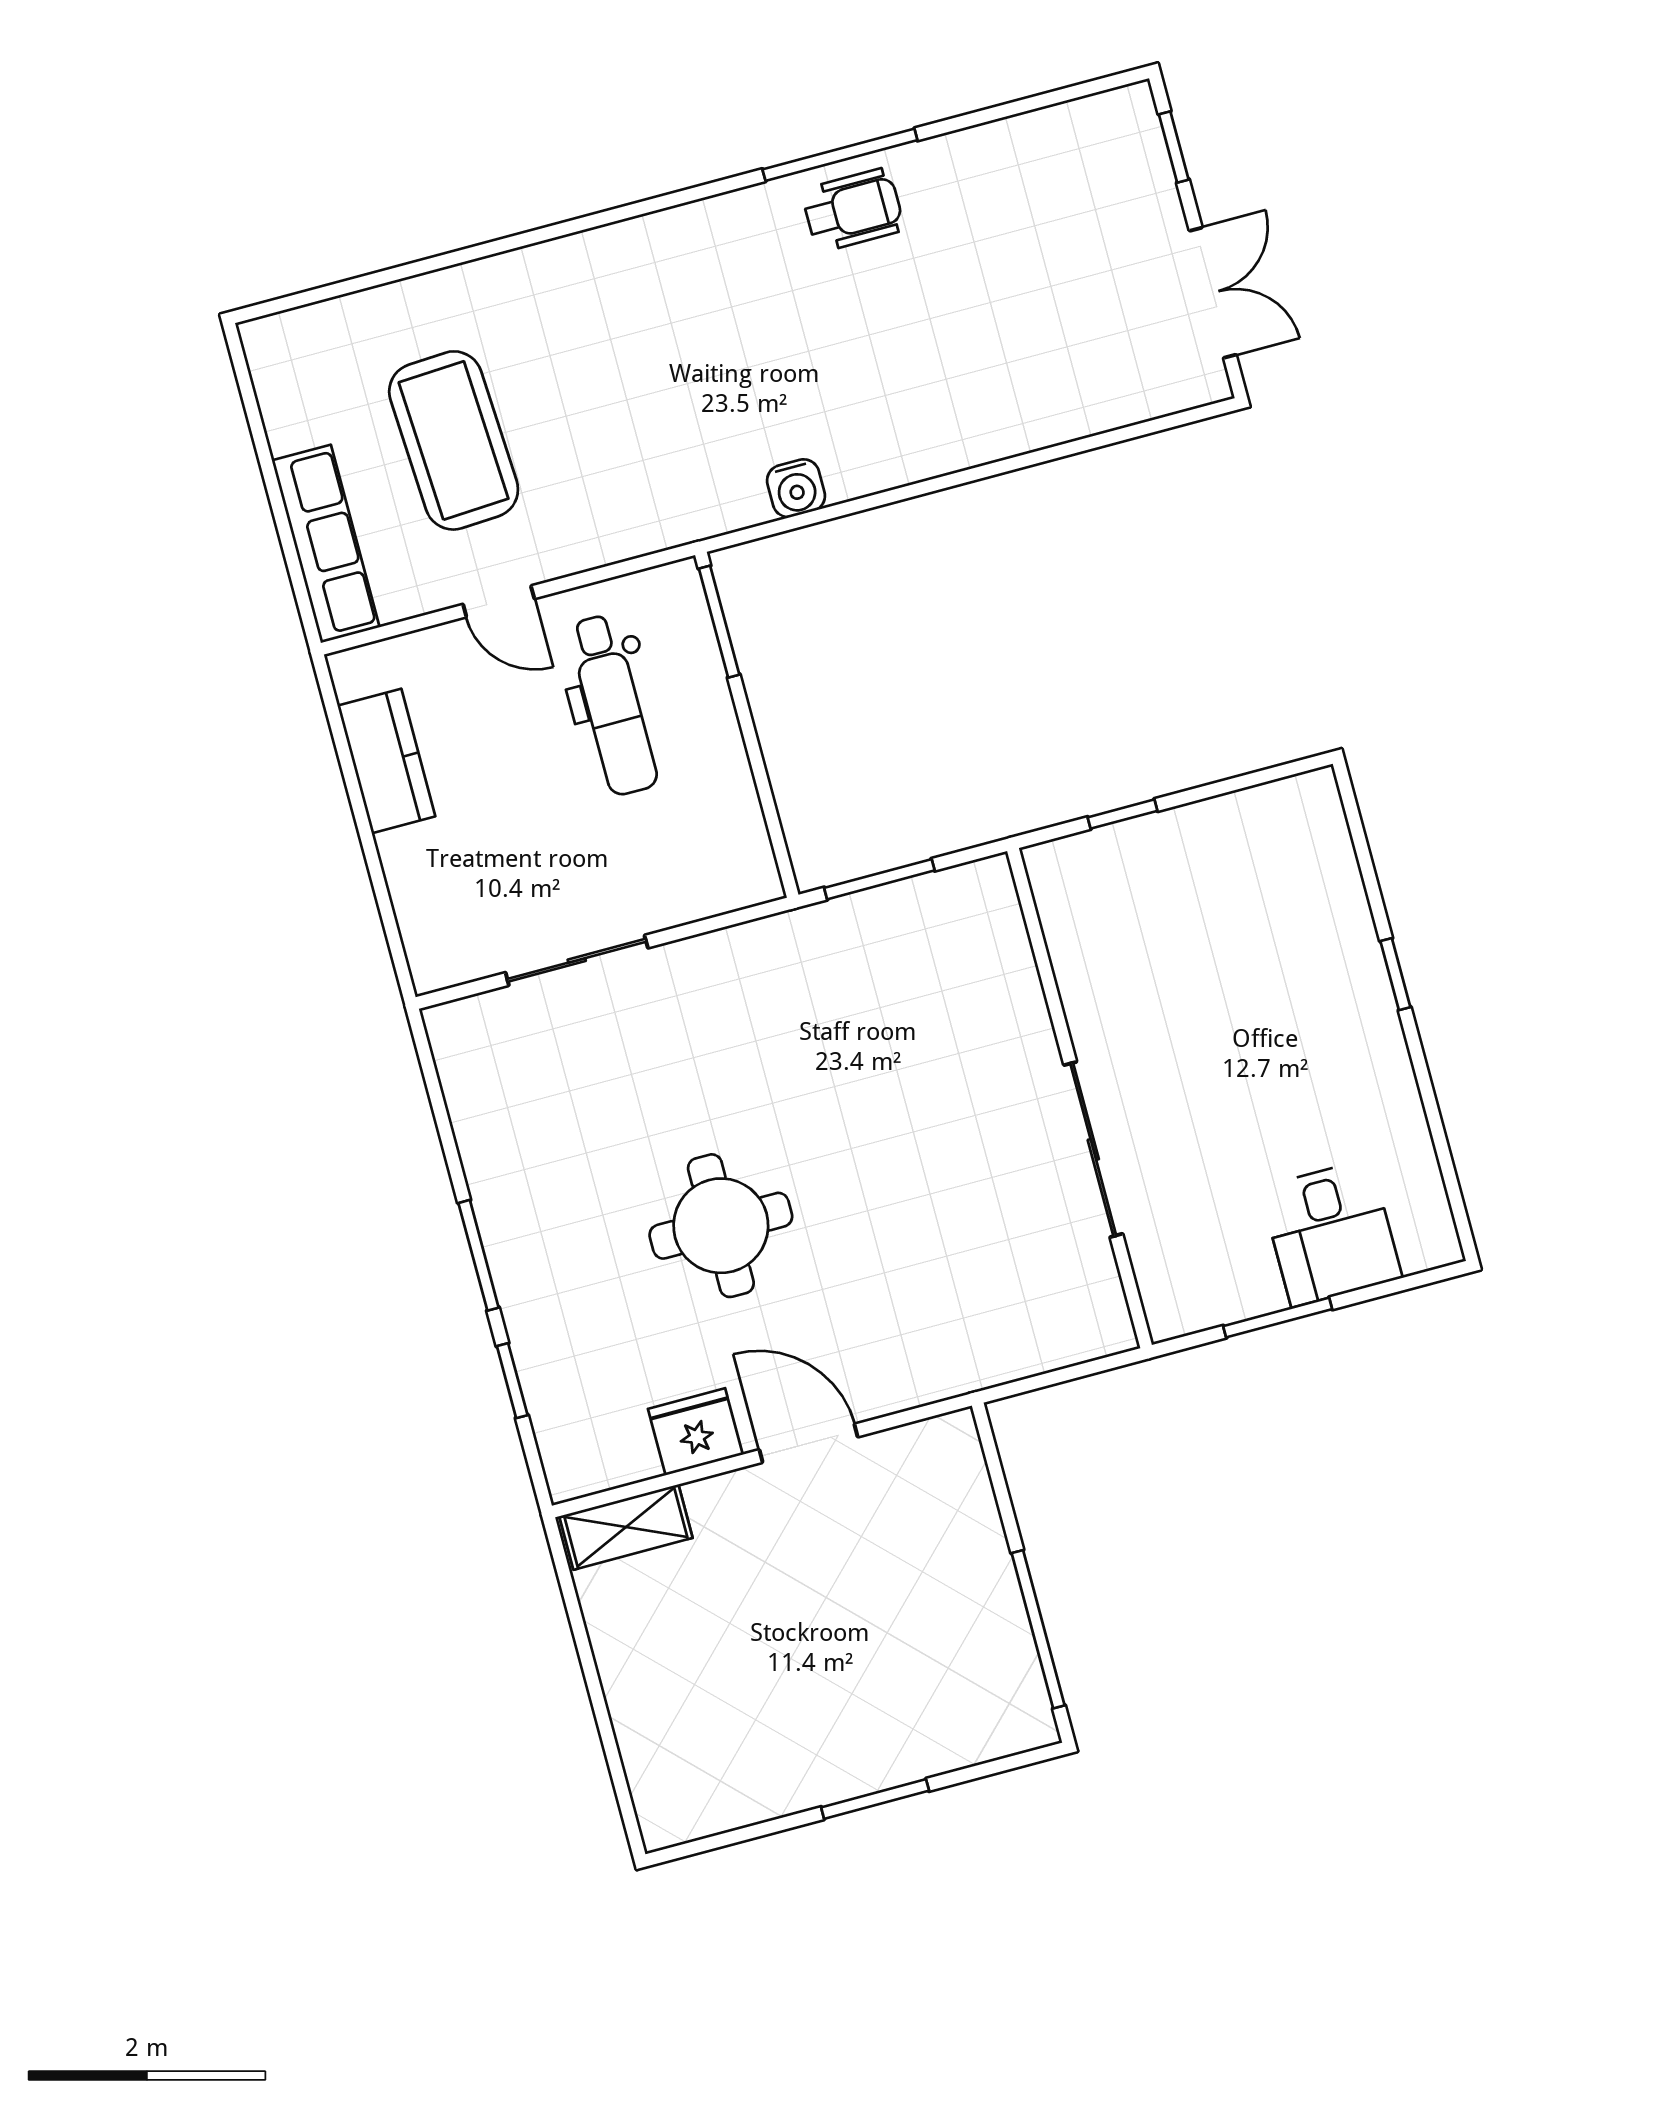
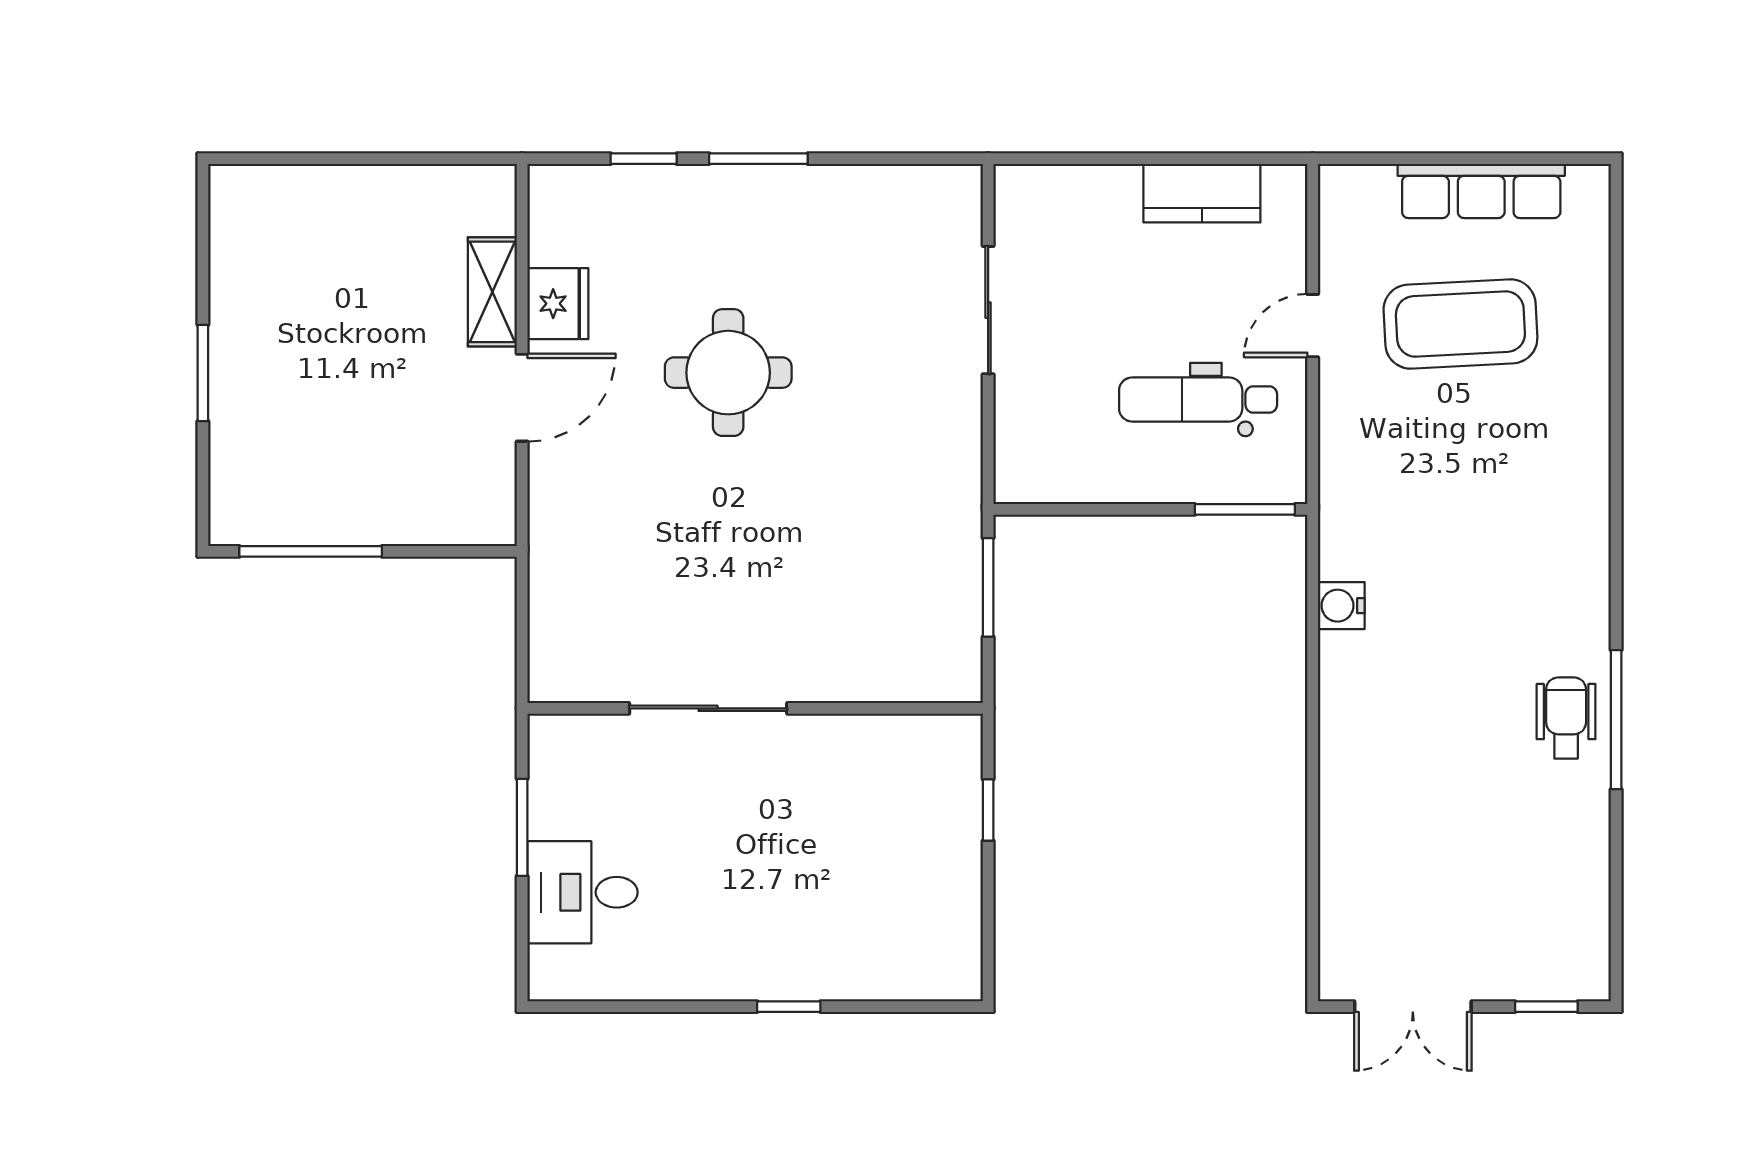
wheelchair: (853, 210) -> (1566, 718), turned 180
row of seats: (326, 544) -> (1481, 191), moved
shelving: (626, 1527) -> (492, 292), moved

